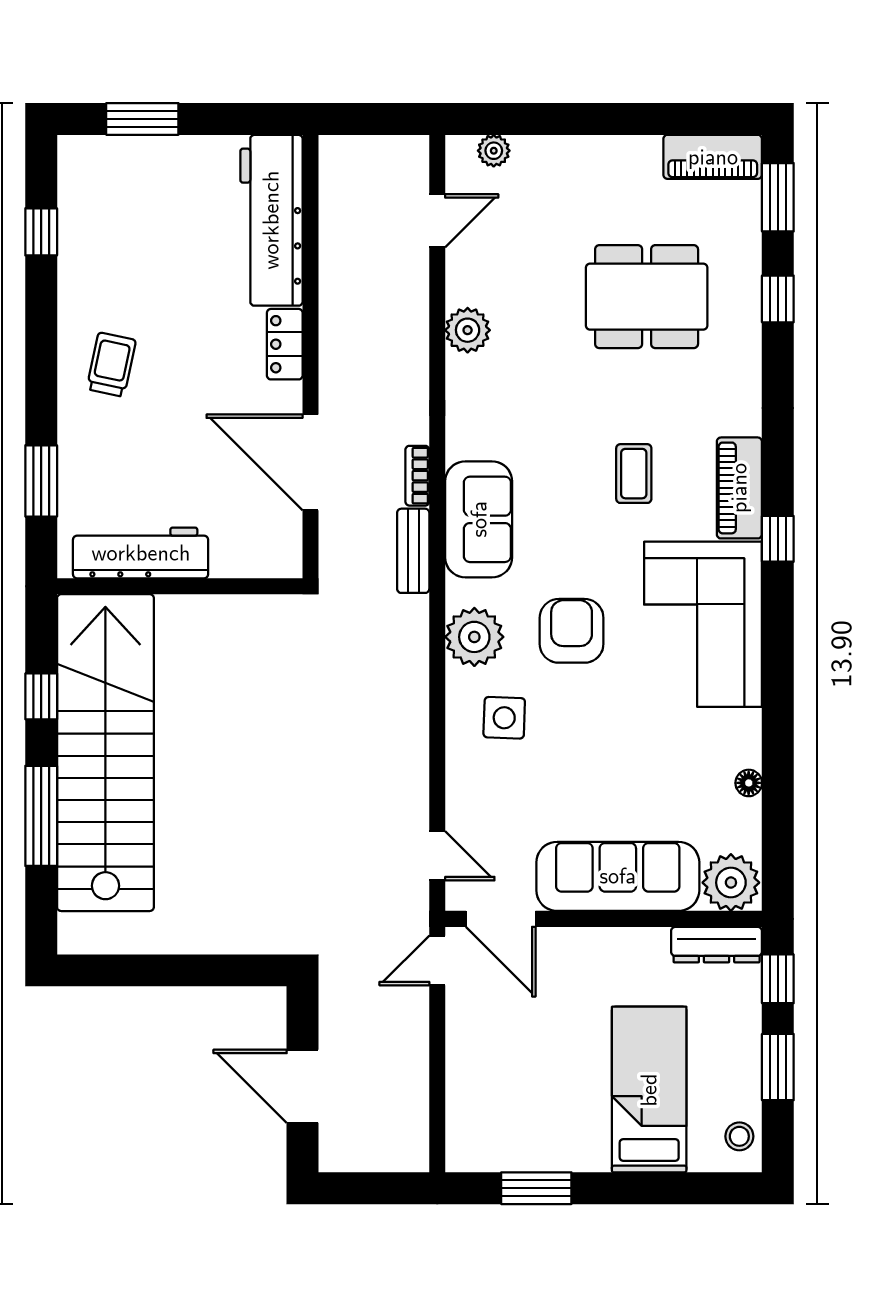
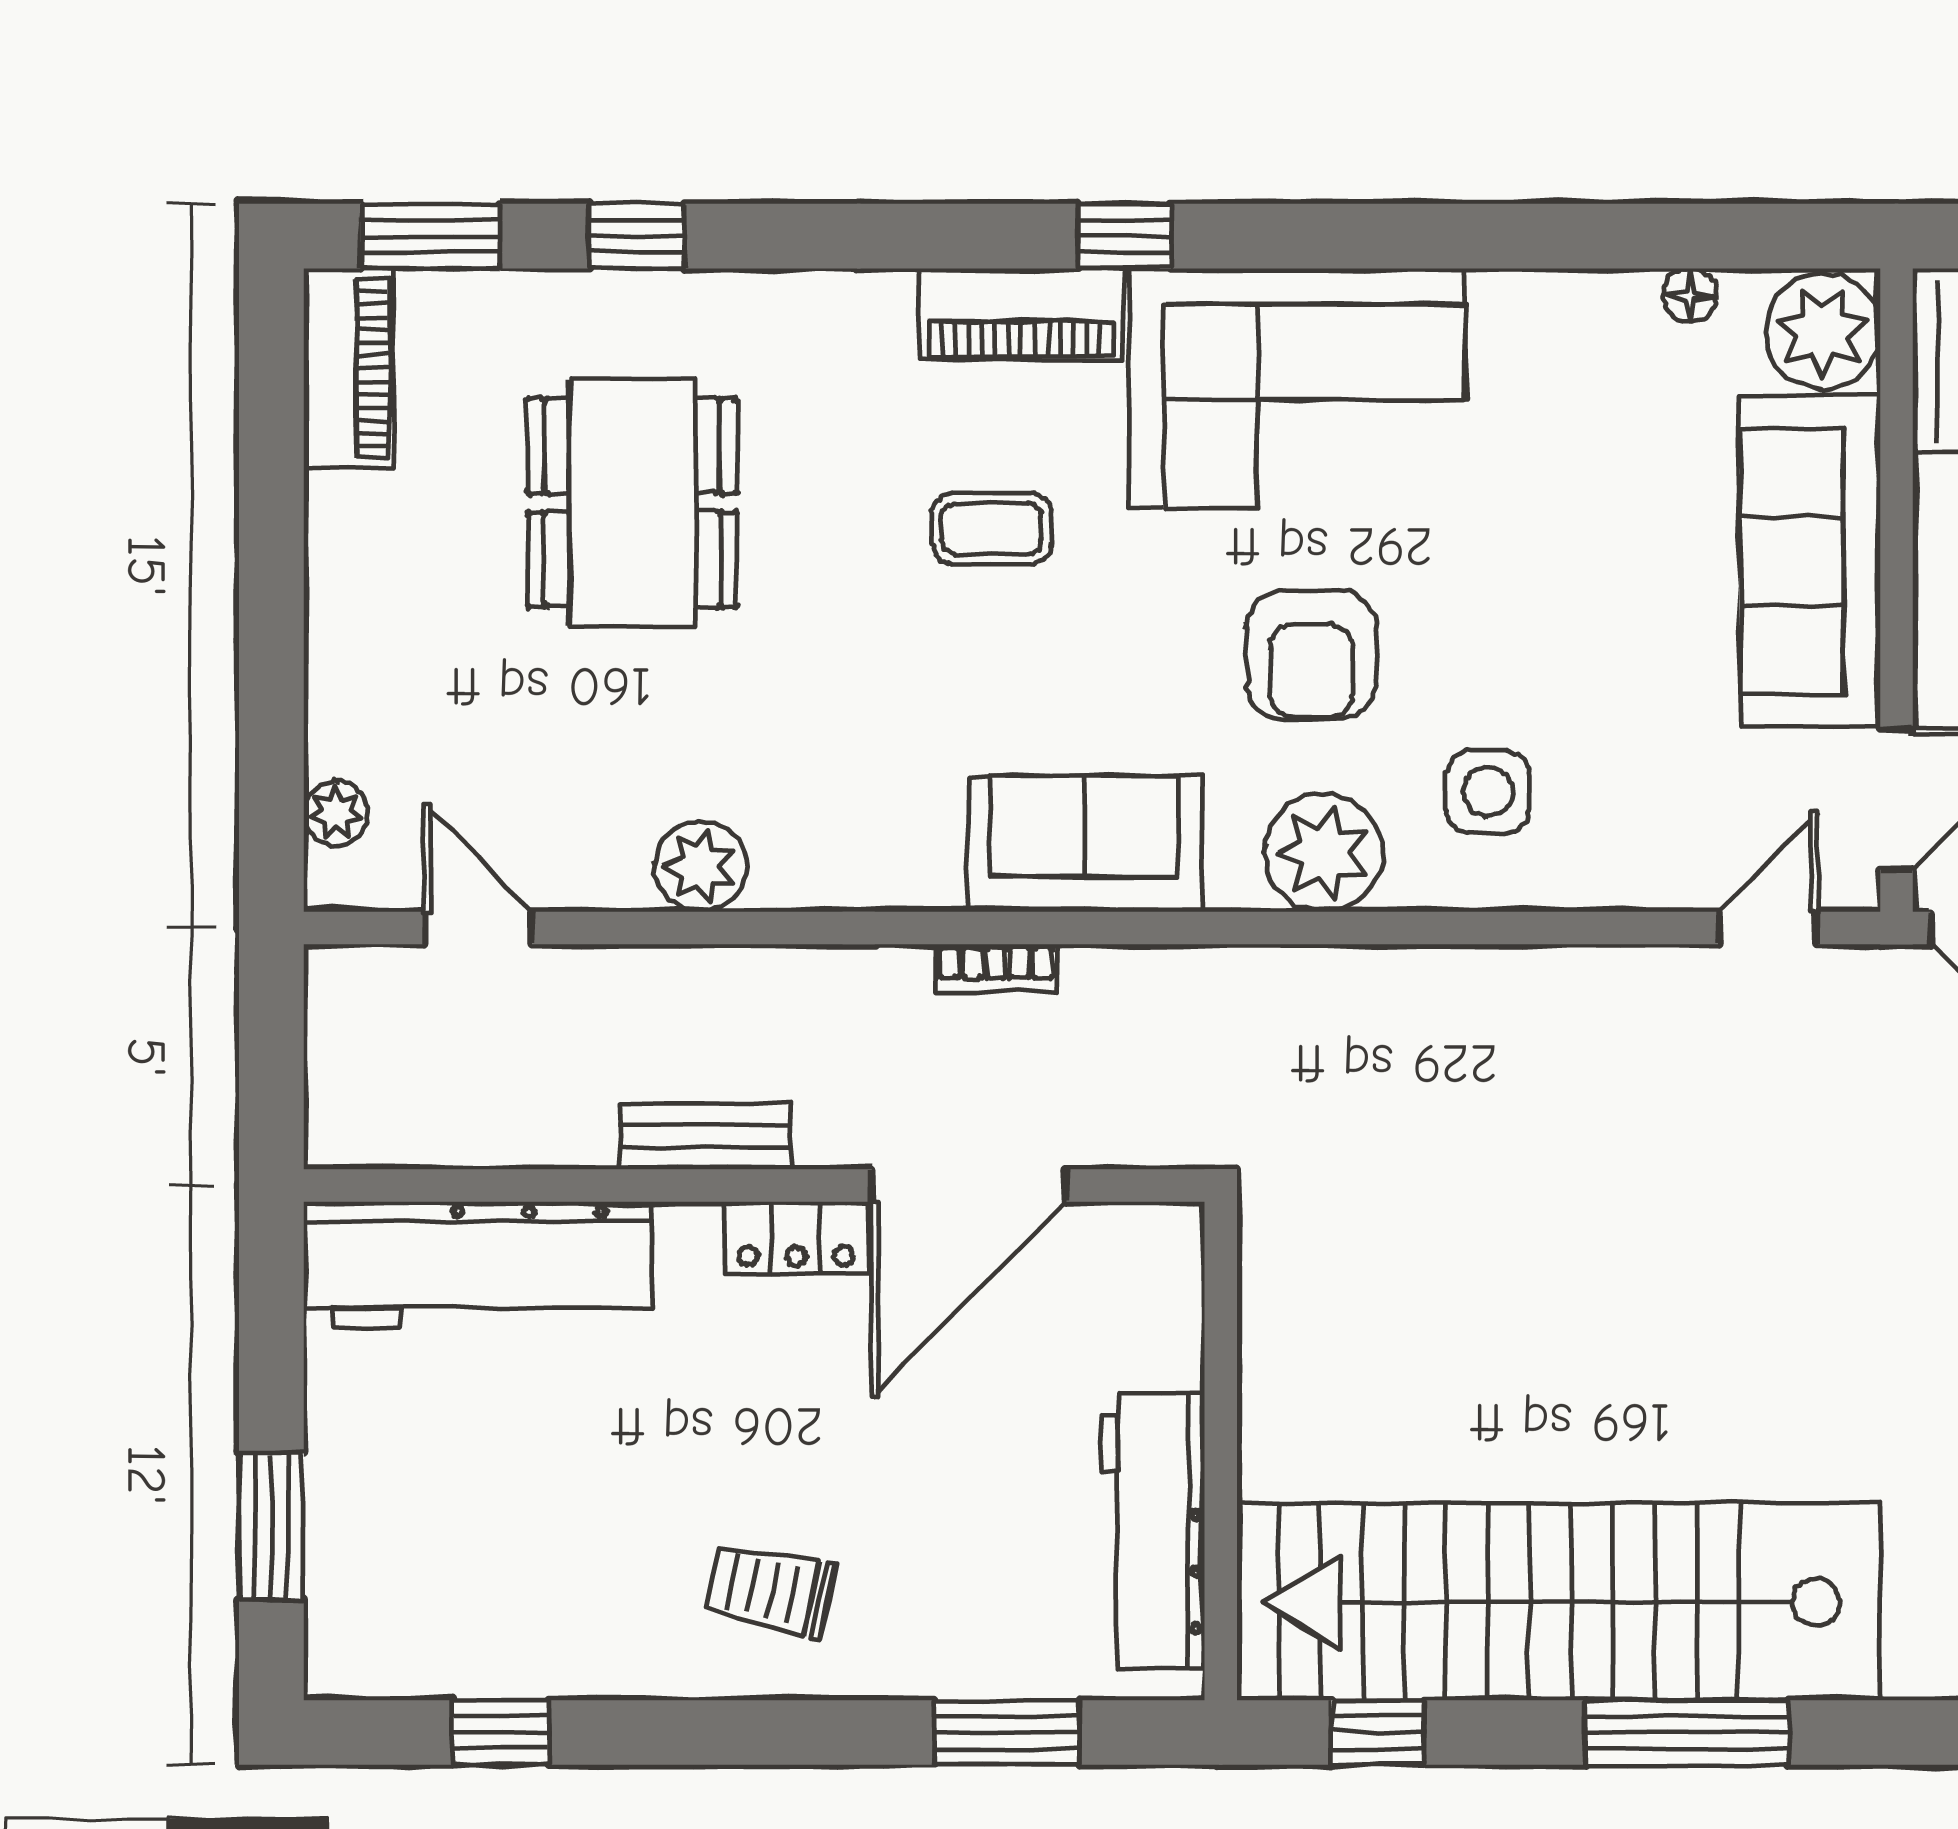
locker: (285, 344) -> (796, 1238), moved
bench: (413, 551) -> (705, 1137), moved
armchair: (572, 631) -> (1311, 655), turned -90
window: (41, 696) -> (1378, 1732), moved
floor lamp: (749, 783) -> (1690, 295), moved

